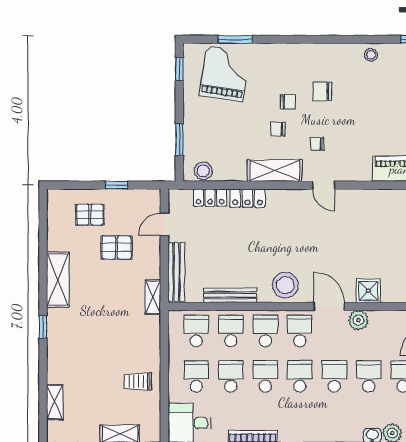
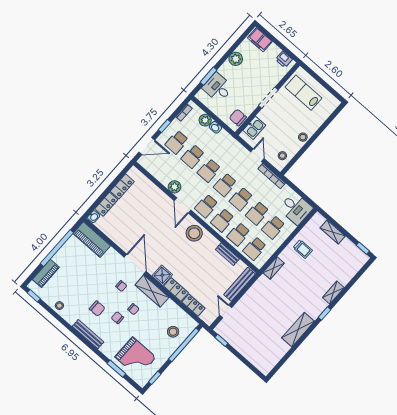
bench: (306, 51) -> (88, 334), added
grand piano: (225, 74) -> (135, 357), turned -99
window: (179, 140) -> (184, 345), width x2.11
stool: (203, 171) -> (173, 332), moved
window: (116, 185) -> (221, 340), moved
door: (324, 185) -> (135, 264), width x1.87
pallet: (90, 215) -> (256, 347), removed
door: (164, 224) -> (226, 311), swing flipped
pallet: (117, 248) -> (257, 320), removed
shower: (368, 291) -> (162, 275), moved
bench: (230, 295) -> (227, 254), width x0.73
shelving: (153, 297) -> (274, 268), moved
shelving: (55, 402) -> (333, 293), moved

